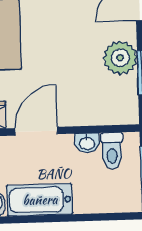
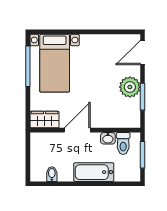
bathtub: (40, 200) -> (94, 172), moved

